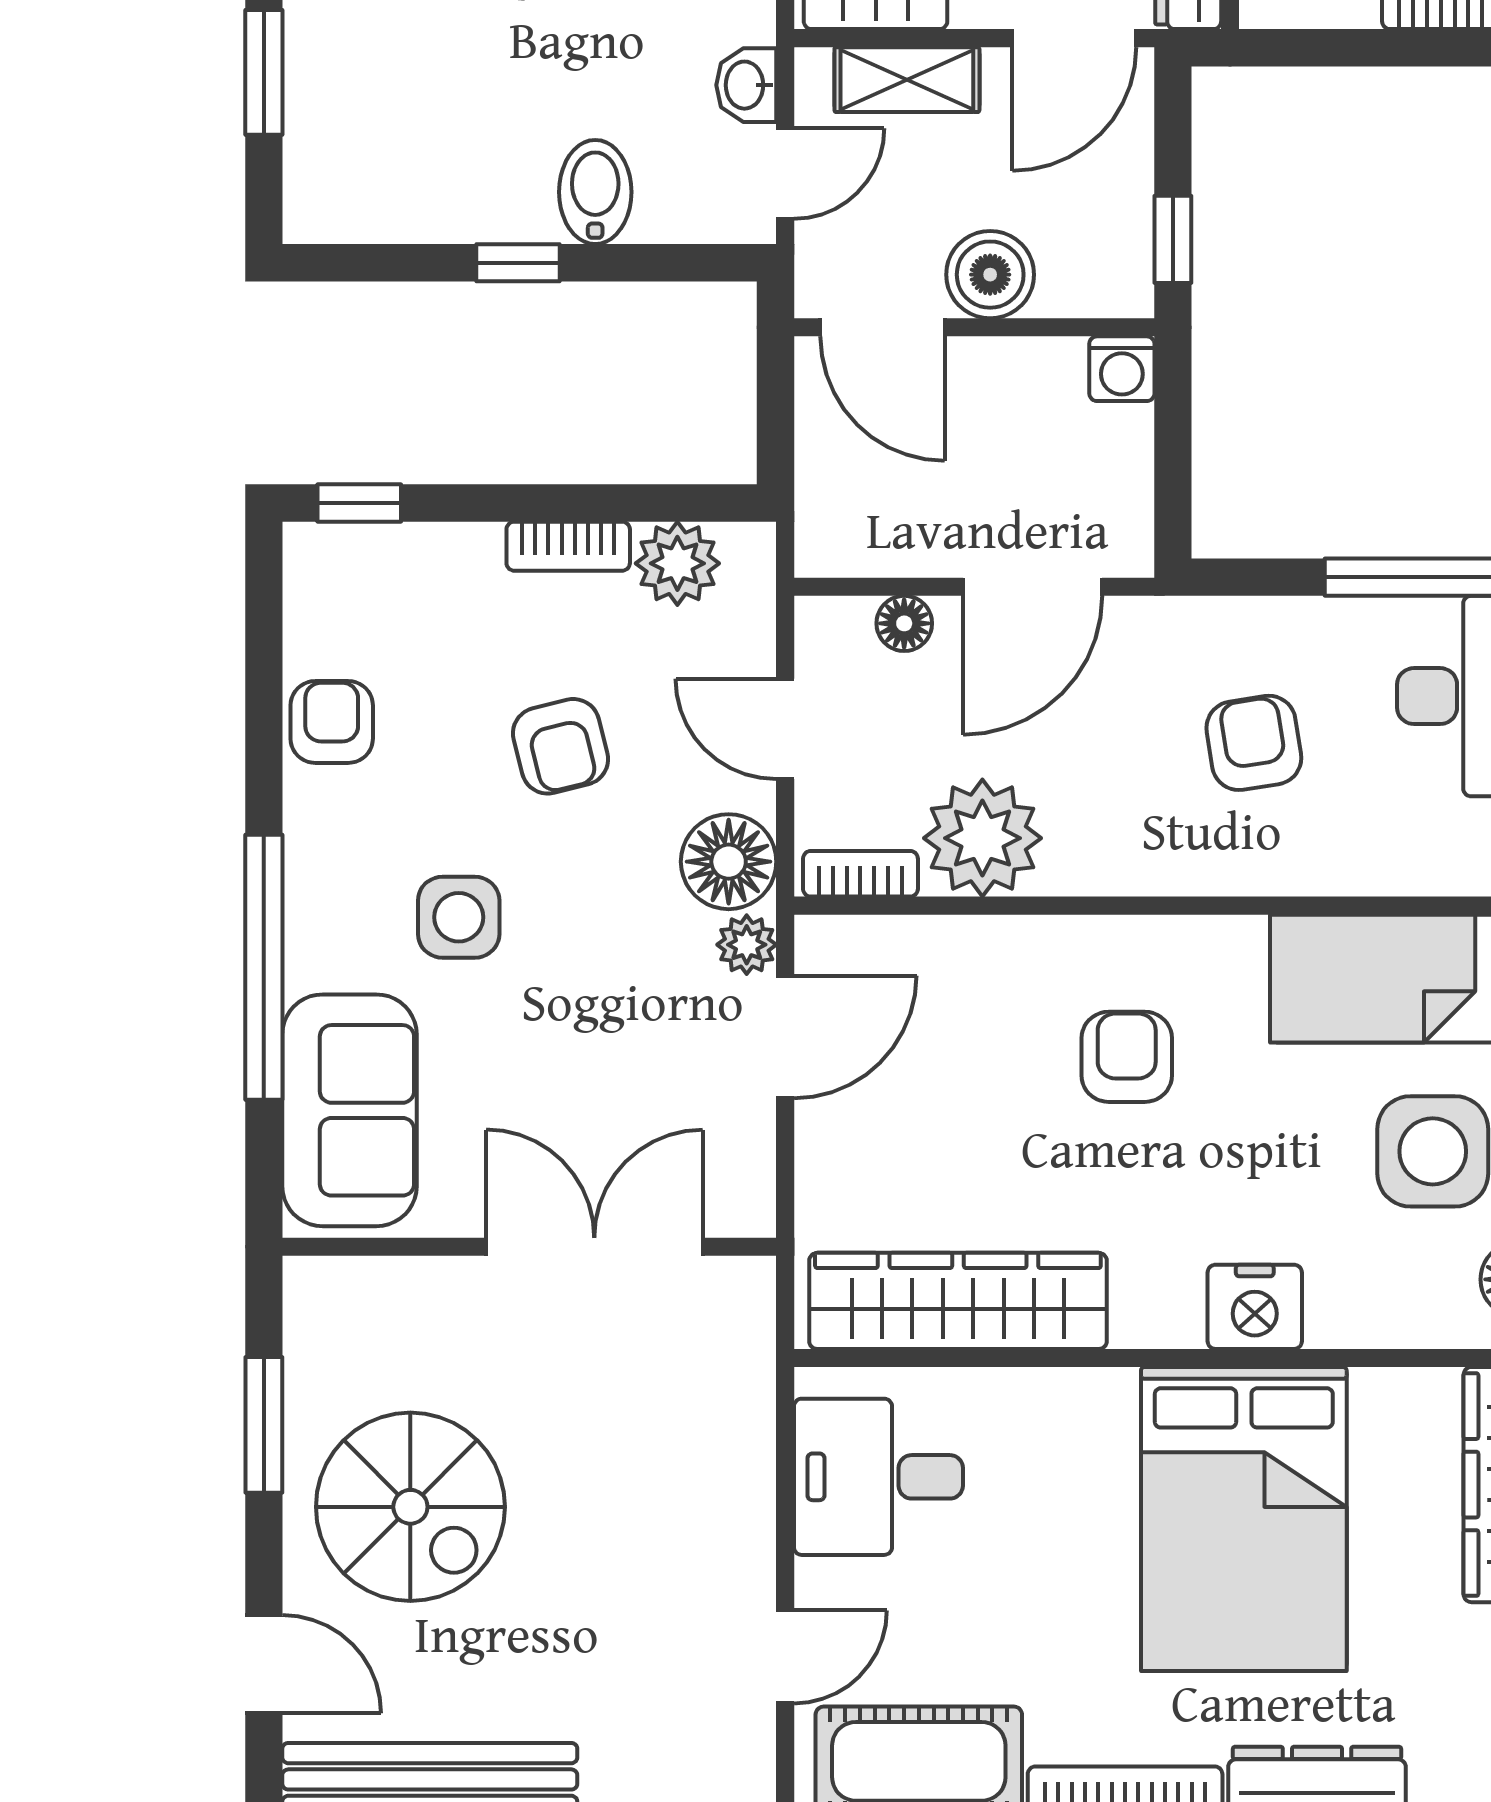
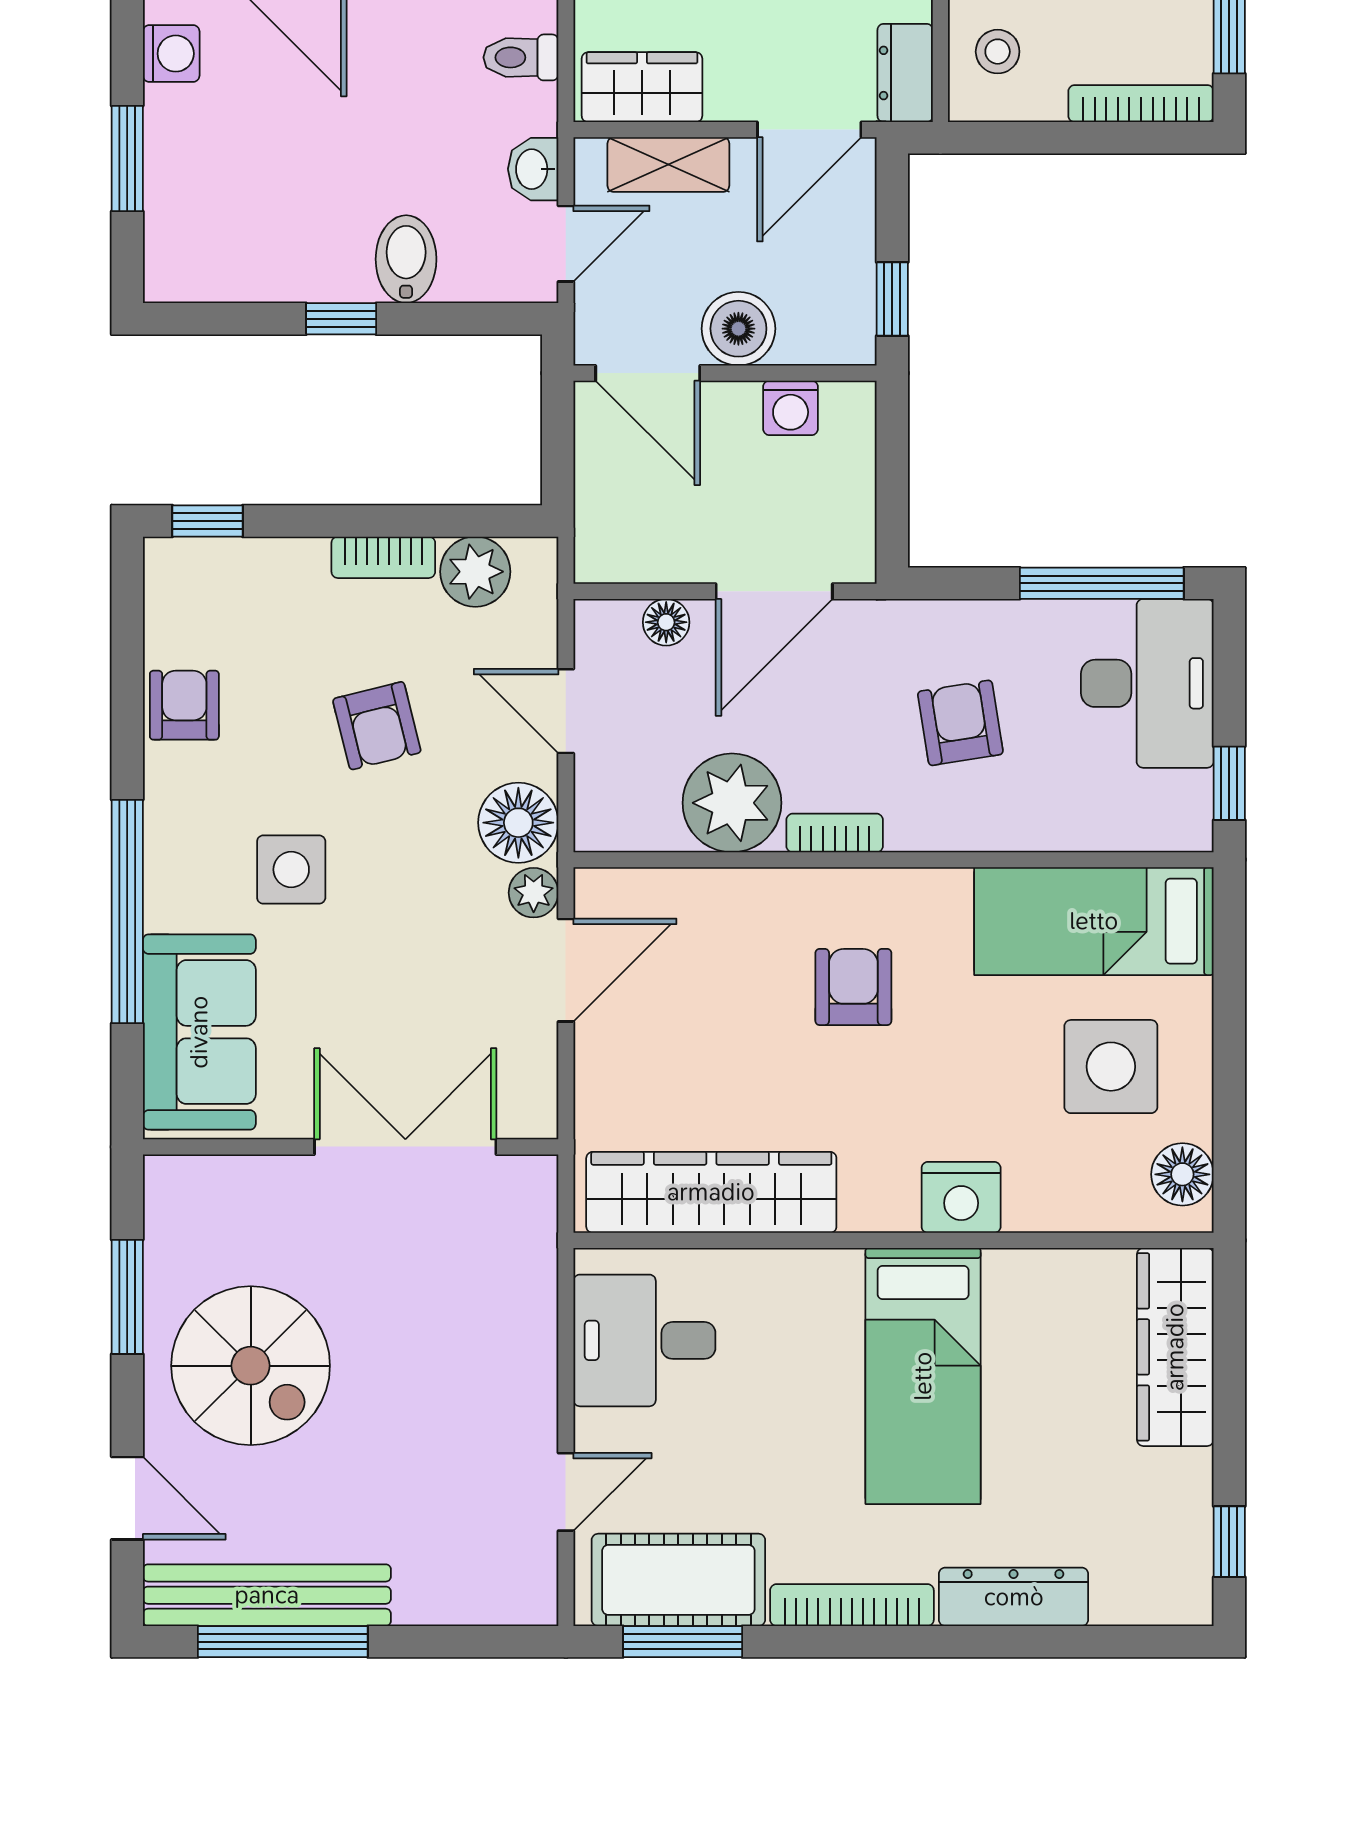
washing machine: (1122, 369) -> (791, 408), moved
bookcase: (860, 874) -> (835, 833), moved
bed: (1244, 1519) -> (923, 1376), width x0.67

